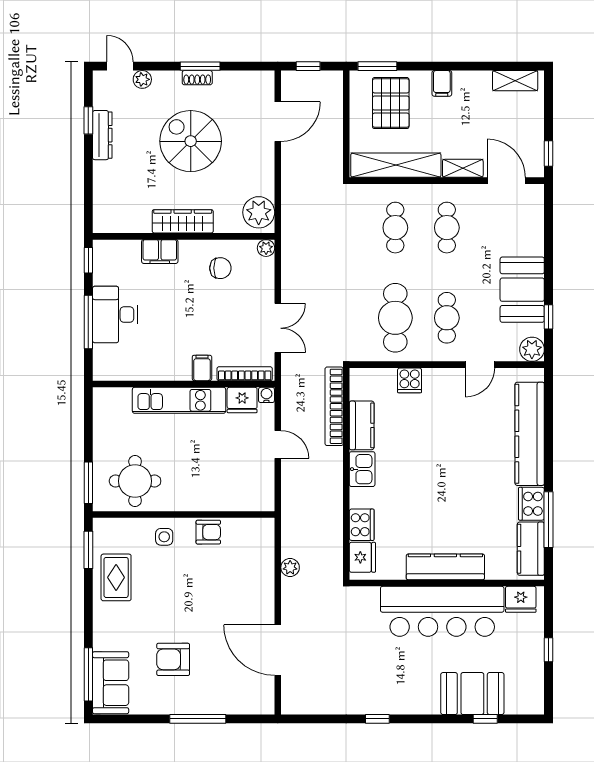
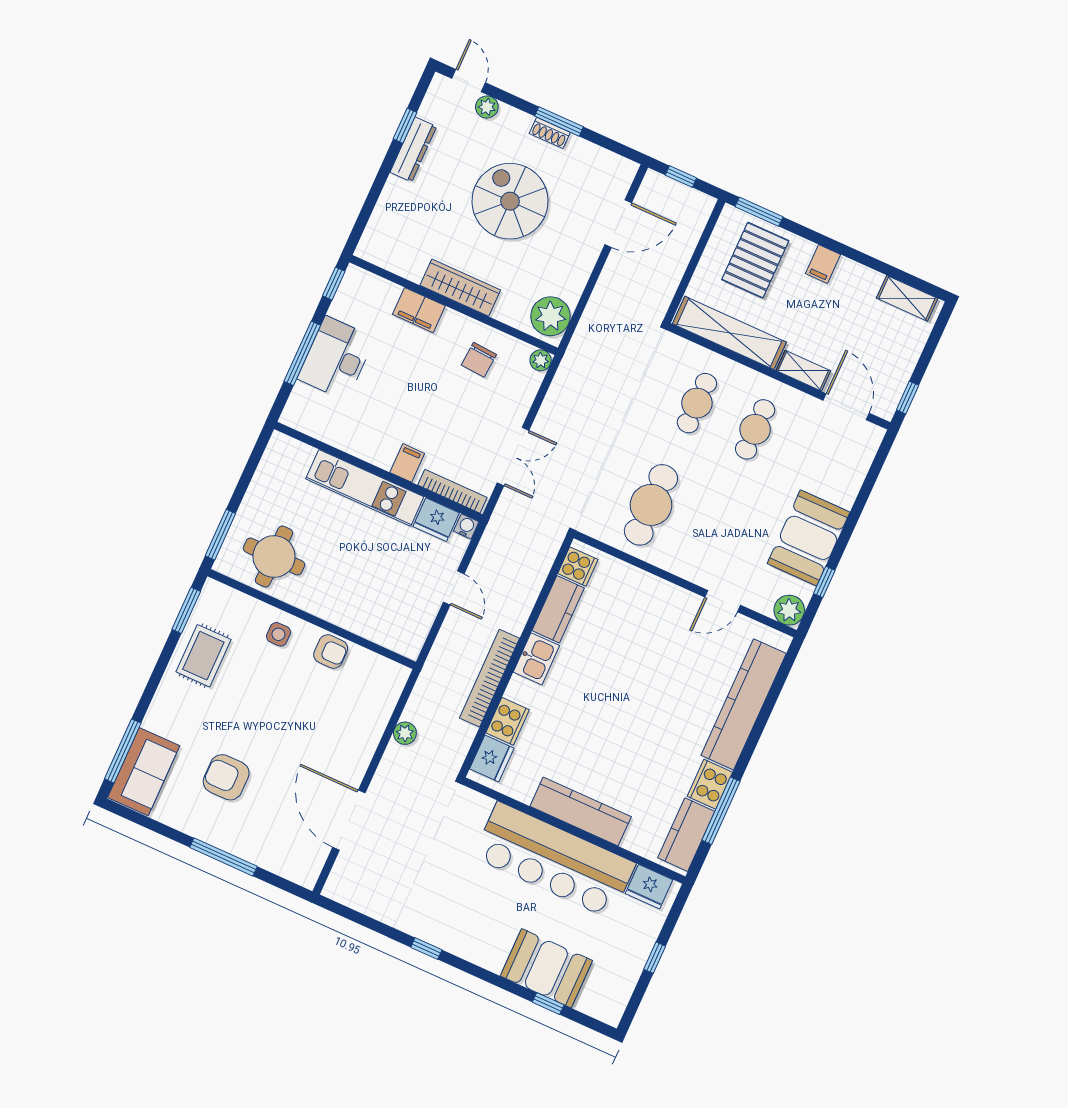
chair: (220, 268) -> (479, 360), turned 94
cafe table: (447, 318) -> (709, 531), removed
cooker: (410, 380) -> (578, 566), moved, turned -90
bookcase: (334, 406) -> (490, 678), moved

